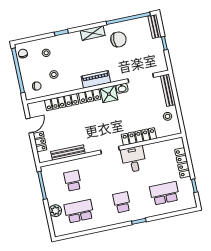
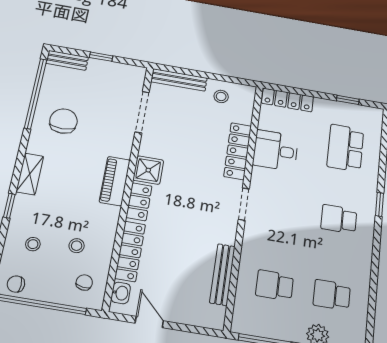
shelving: (93, 33) -> (30, 174), moved
washbasin: (122, 88) -> (121, 293), moved
locker: (40, 142) -> (185, 315), removed
desk: (134, 159) -> (275, 150), moved
locker: (183, 163) -> (287, 100), moved
school desk: (79, 211) -> (332, 295), width x0.54

